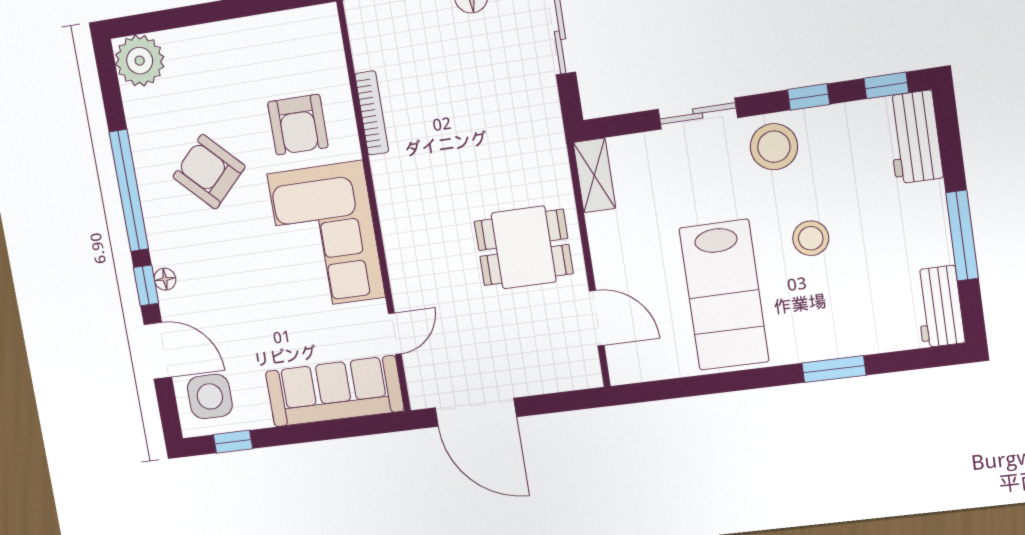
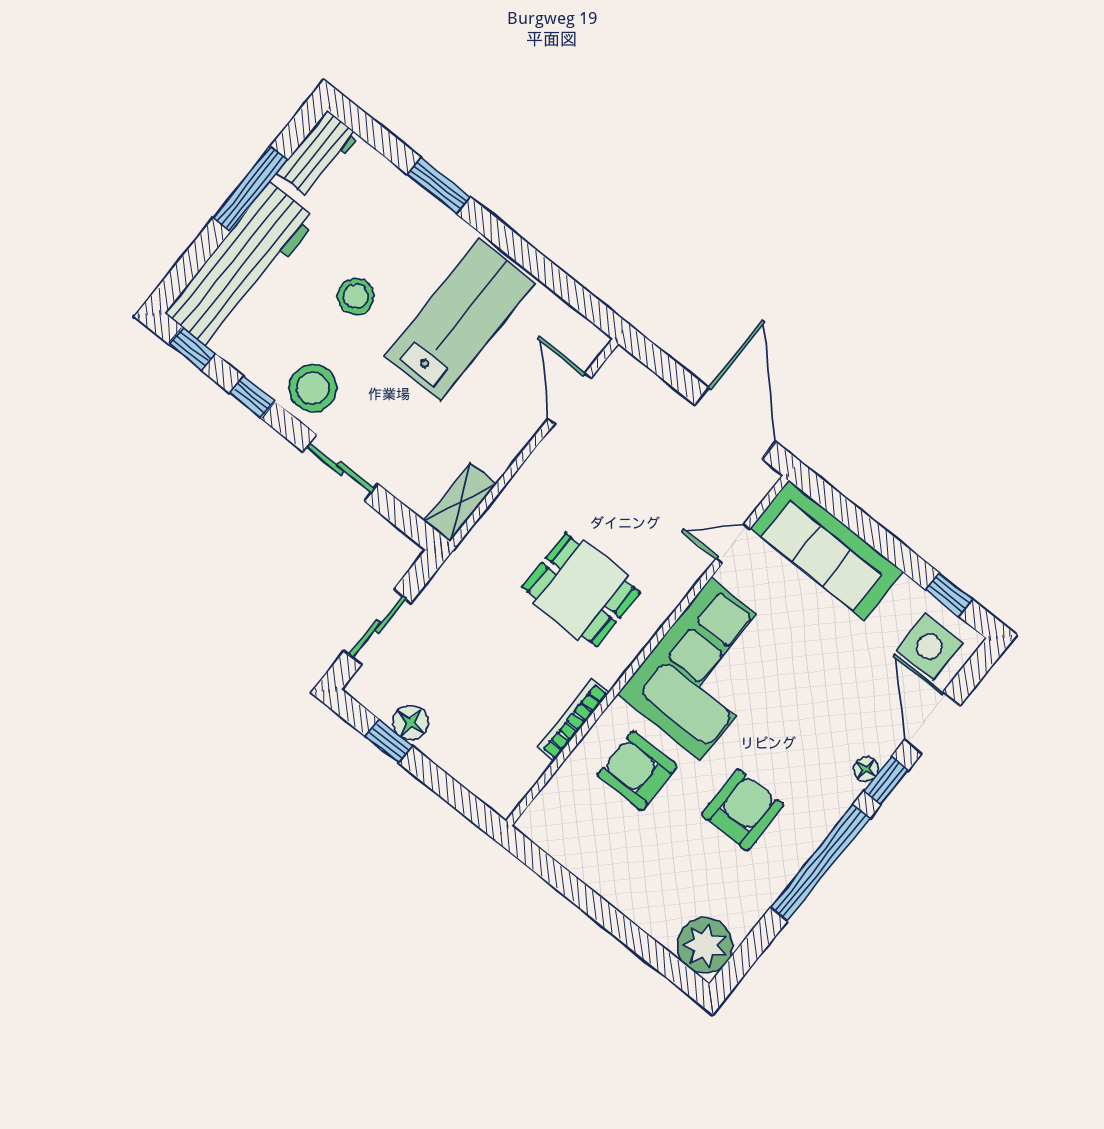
armchair: (298, 125) -> (637, 771), turned -90
workbench: (914, 137) -> (241, 267), width x1.87, depth x1.32
armchair: (209, 172) -> (743, 810), turned -135
dining table: (524, 247) -> (581, 590), moved

